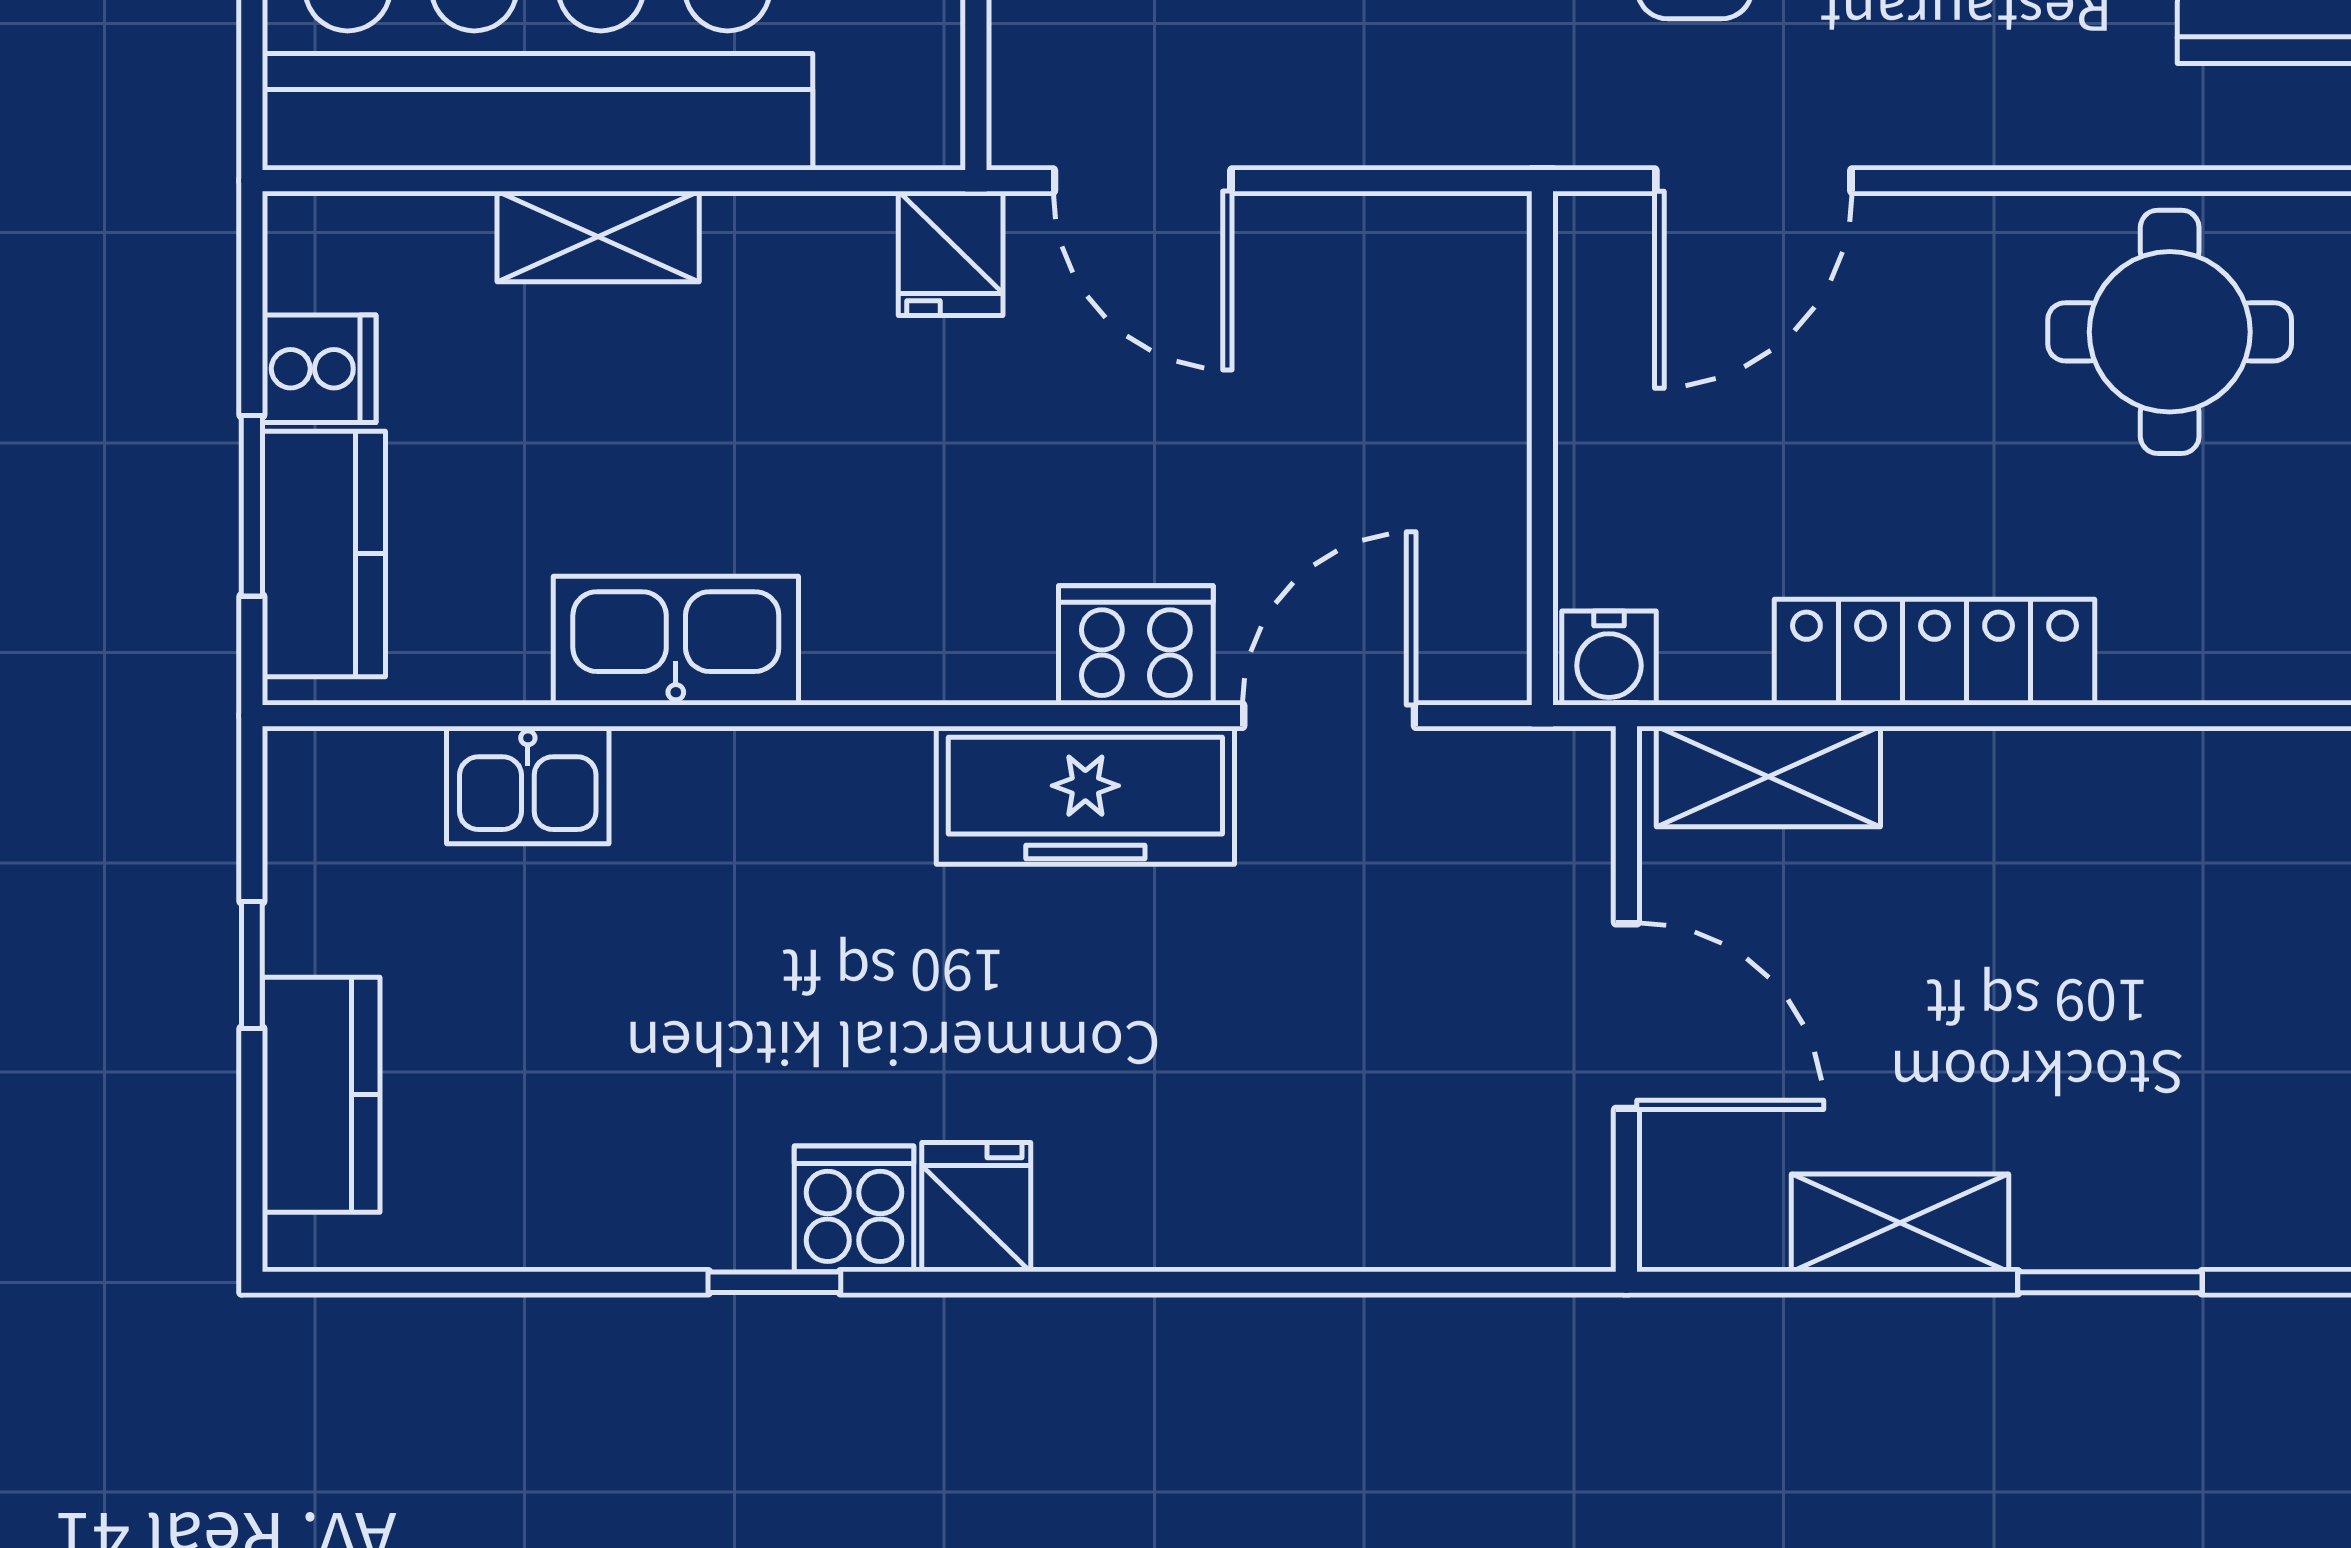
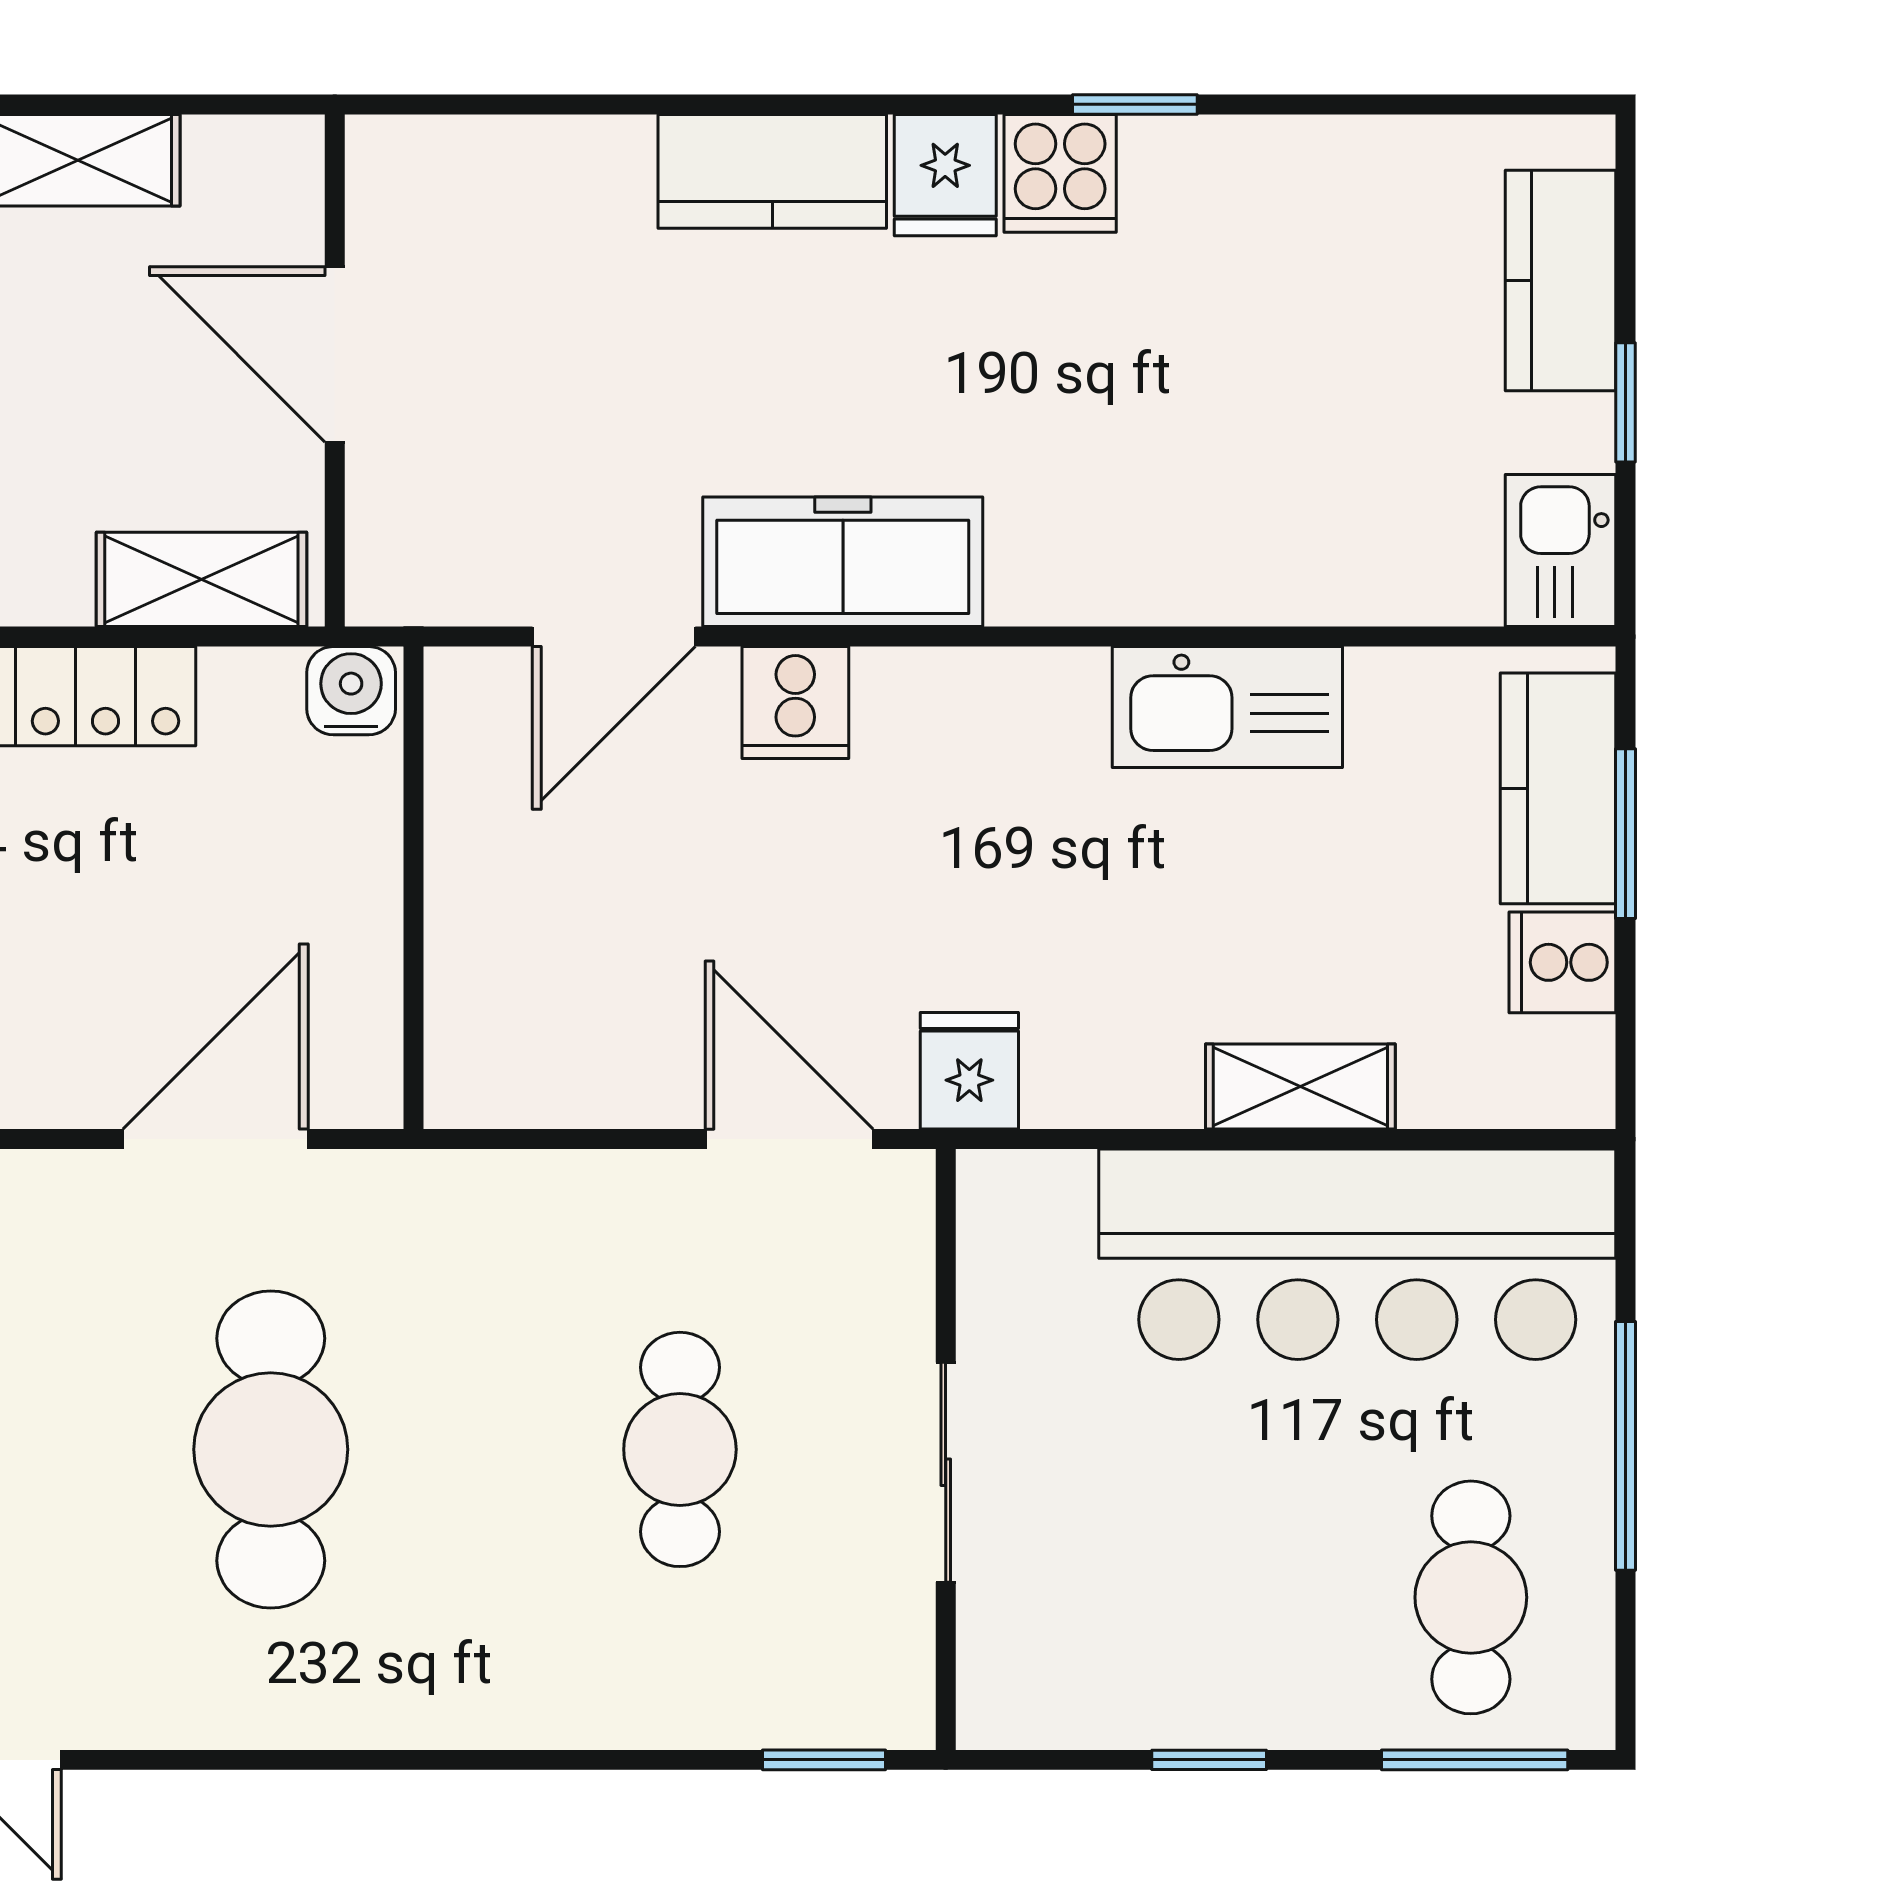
cooker: (1136, 645) -> (795, 703), width x0.73
kitchen sink: (528, 785) -> (1561, 551), moved, turned -90
kitchen counter: (1160, 1211) -> (772, 171), added

